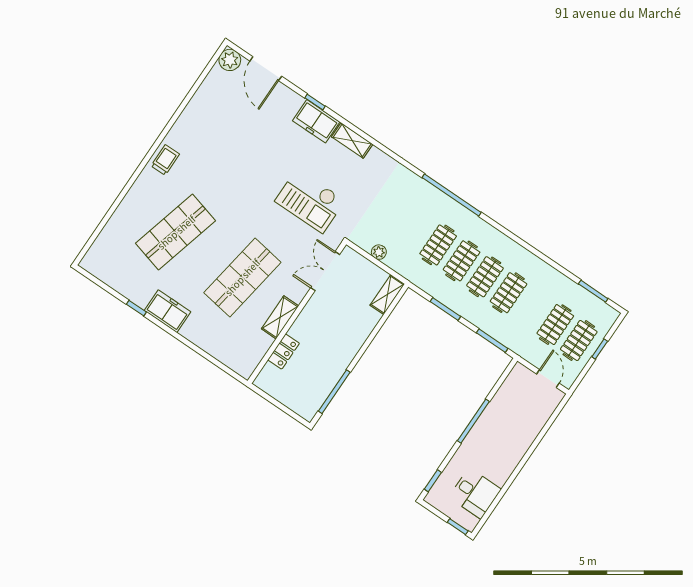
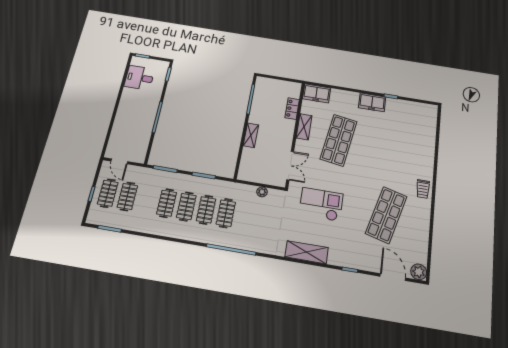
freezer: (316, 121) -> (317, 93), moved, turned 180
shelving: (352, 141) -> (307, 252), width x1.50, depth x1.33
shop shelf: (176, 232) -> (386, 215), moved
shelving: (387, 295) -> (251, 135), moved

